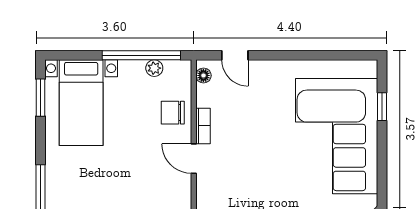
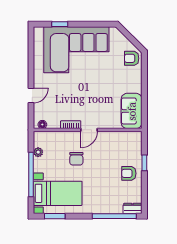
window: (141, 55) -> (31, 175), moved
door: (235, 55) -> (31, 96), moved
chair: (173, 113) -> (76, 159), moved

